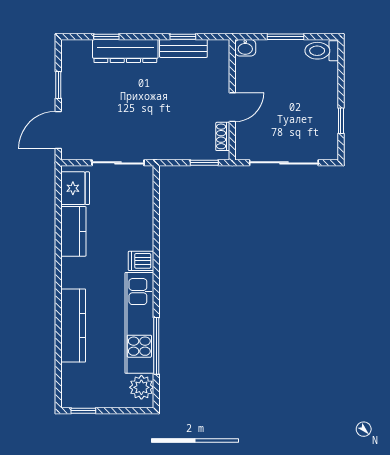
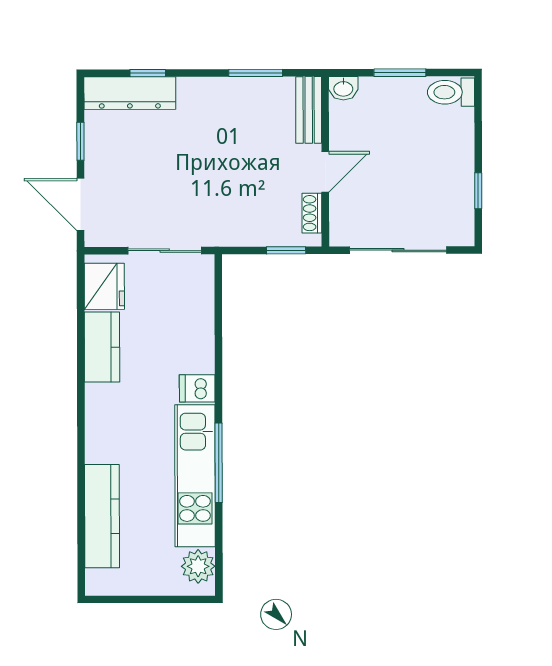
window: (183, 37) -> (256, 73), width x1.50
bench: (183, 48) -> (309, 110), moved, turned 90
dresser: (125, 51) -> (130, 93), moved
door: (58, 130) -> (81, 204), hinge flipped
kitchen counter: (73, 326) -> (102, 516), moved
window: (156, 346) -> (219, 463), moved
window: (83, 411) -> (117, 599), removed

